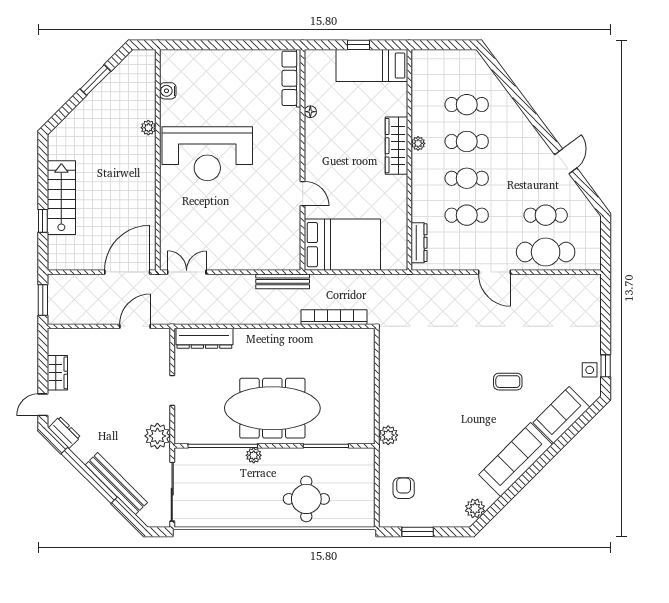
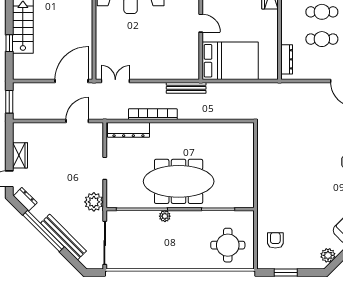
bookcase: (334, 317) -> (153, 114), moved
plant: (388, 435) -> (264, 201), removed
round table: (306, 499) -> (228, 245), moved

